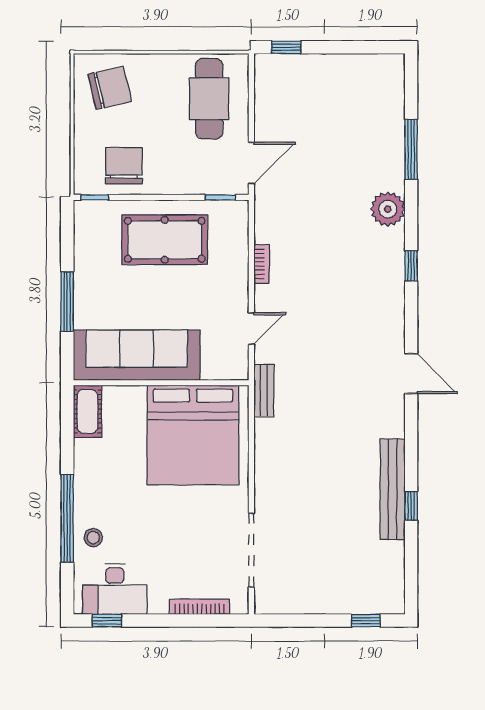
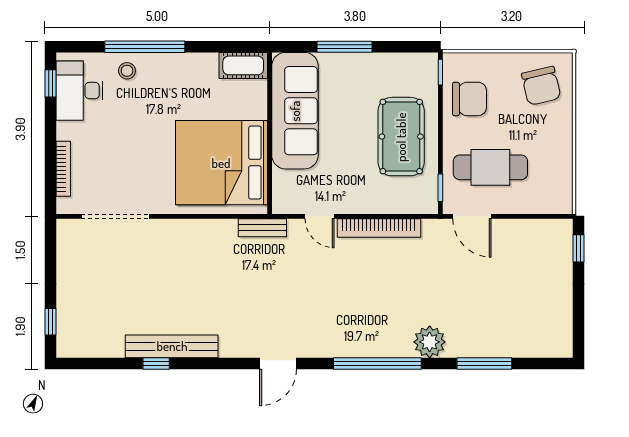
cafe table: (209, 99) -> (490, 167), moved
bookcase: (262, 264) -> (379, 228), width x2.31, depth x1.31
window: (411, 266) -> (377, 363), width x3.17

